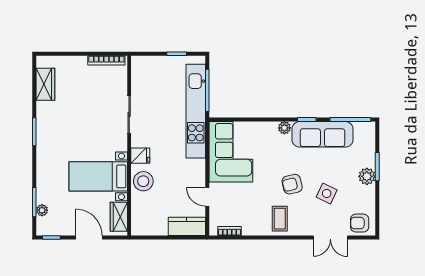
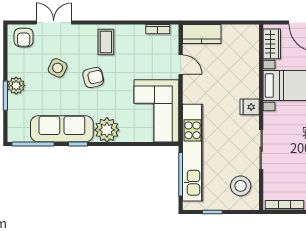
plant: (284, 128) -> (107, 130), width x1.87, depth x1.87
stool: (143, 181) -> (241, 186), moved
armchair: (360, 223) -> (24, 37), turned 90

